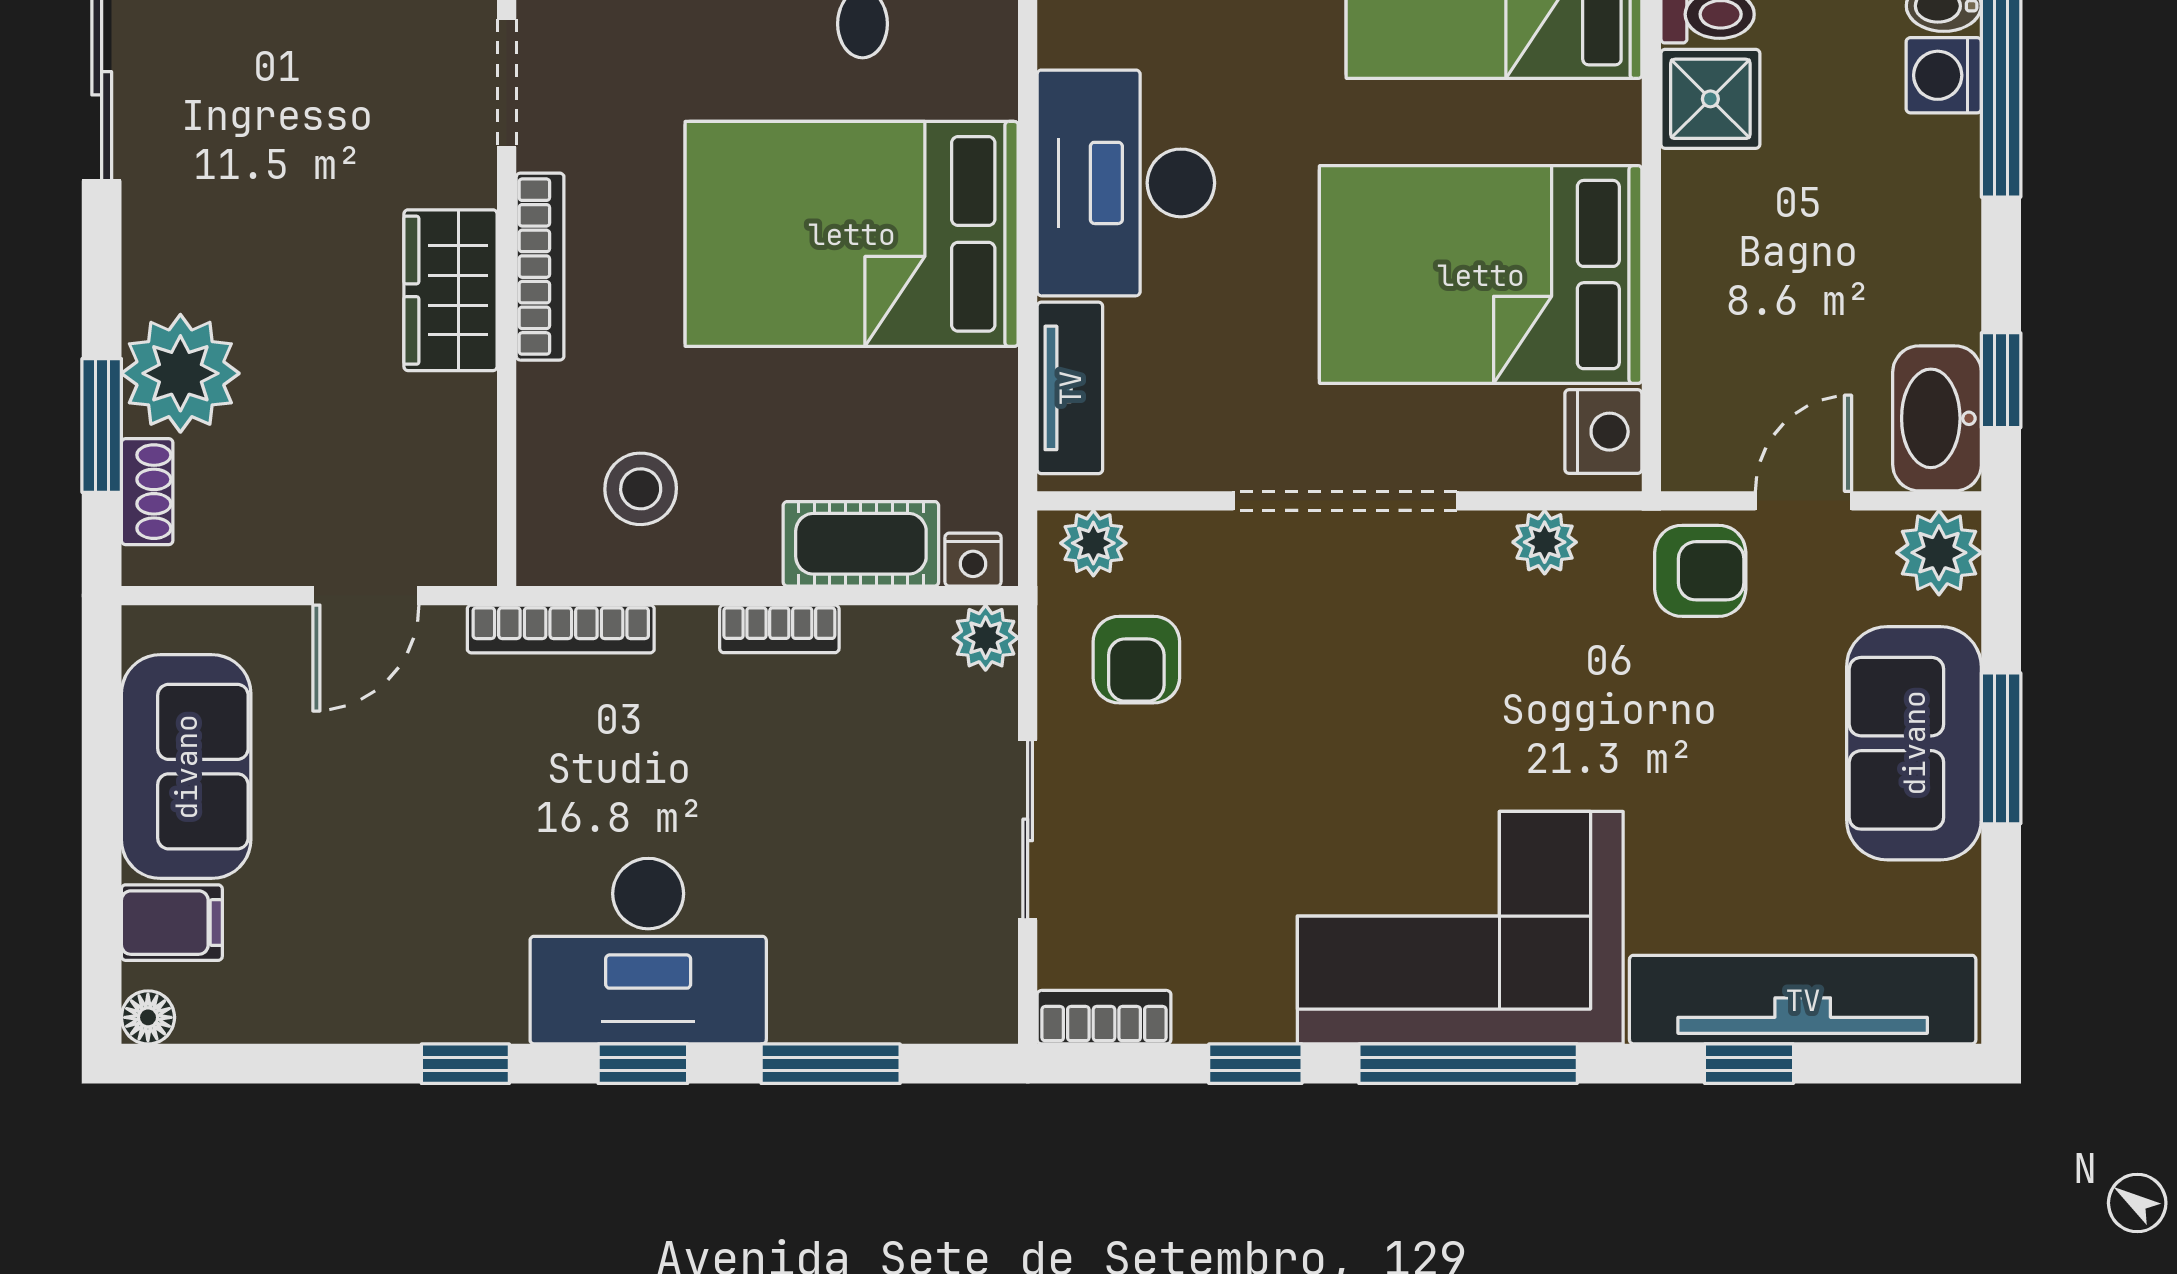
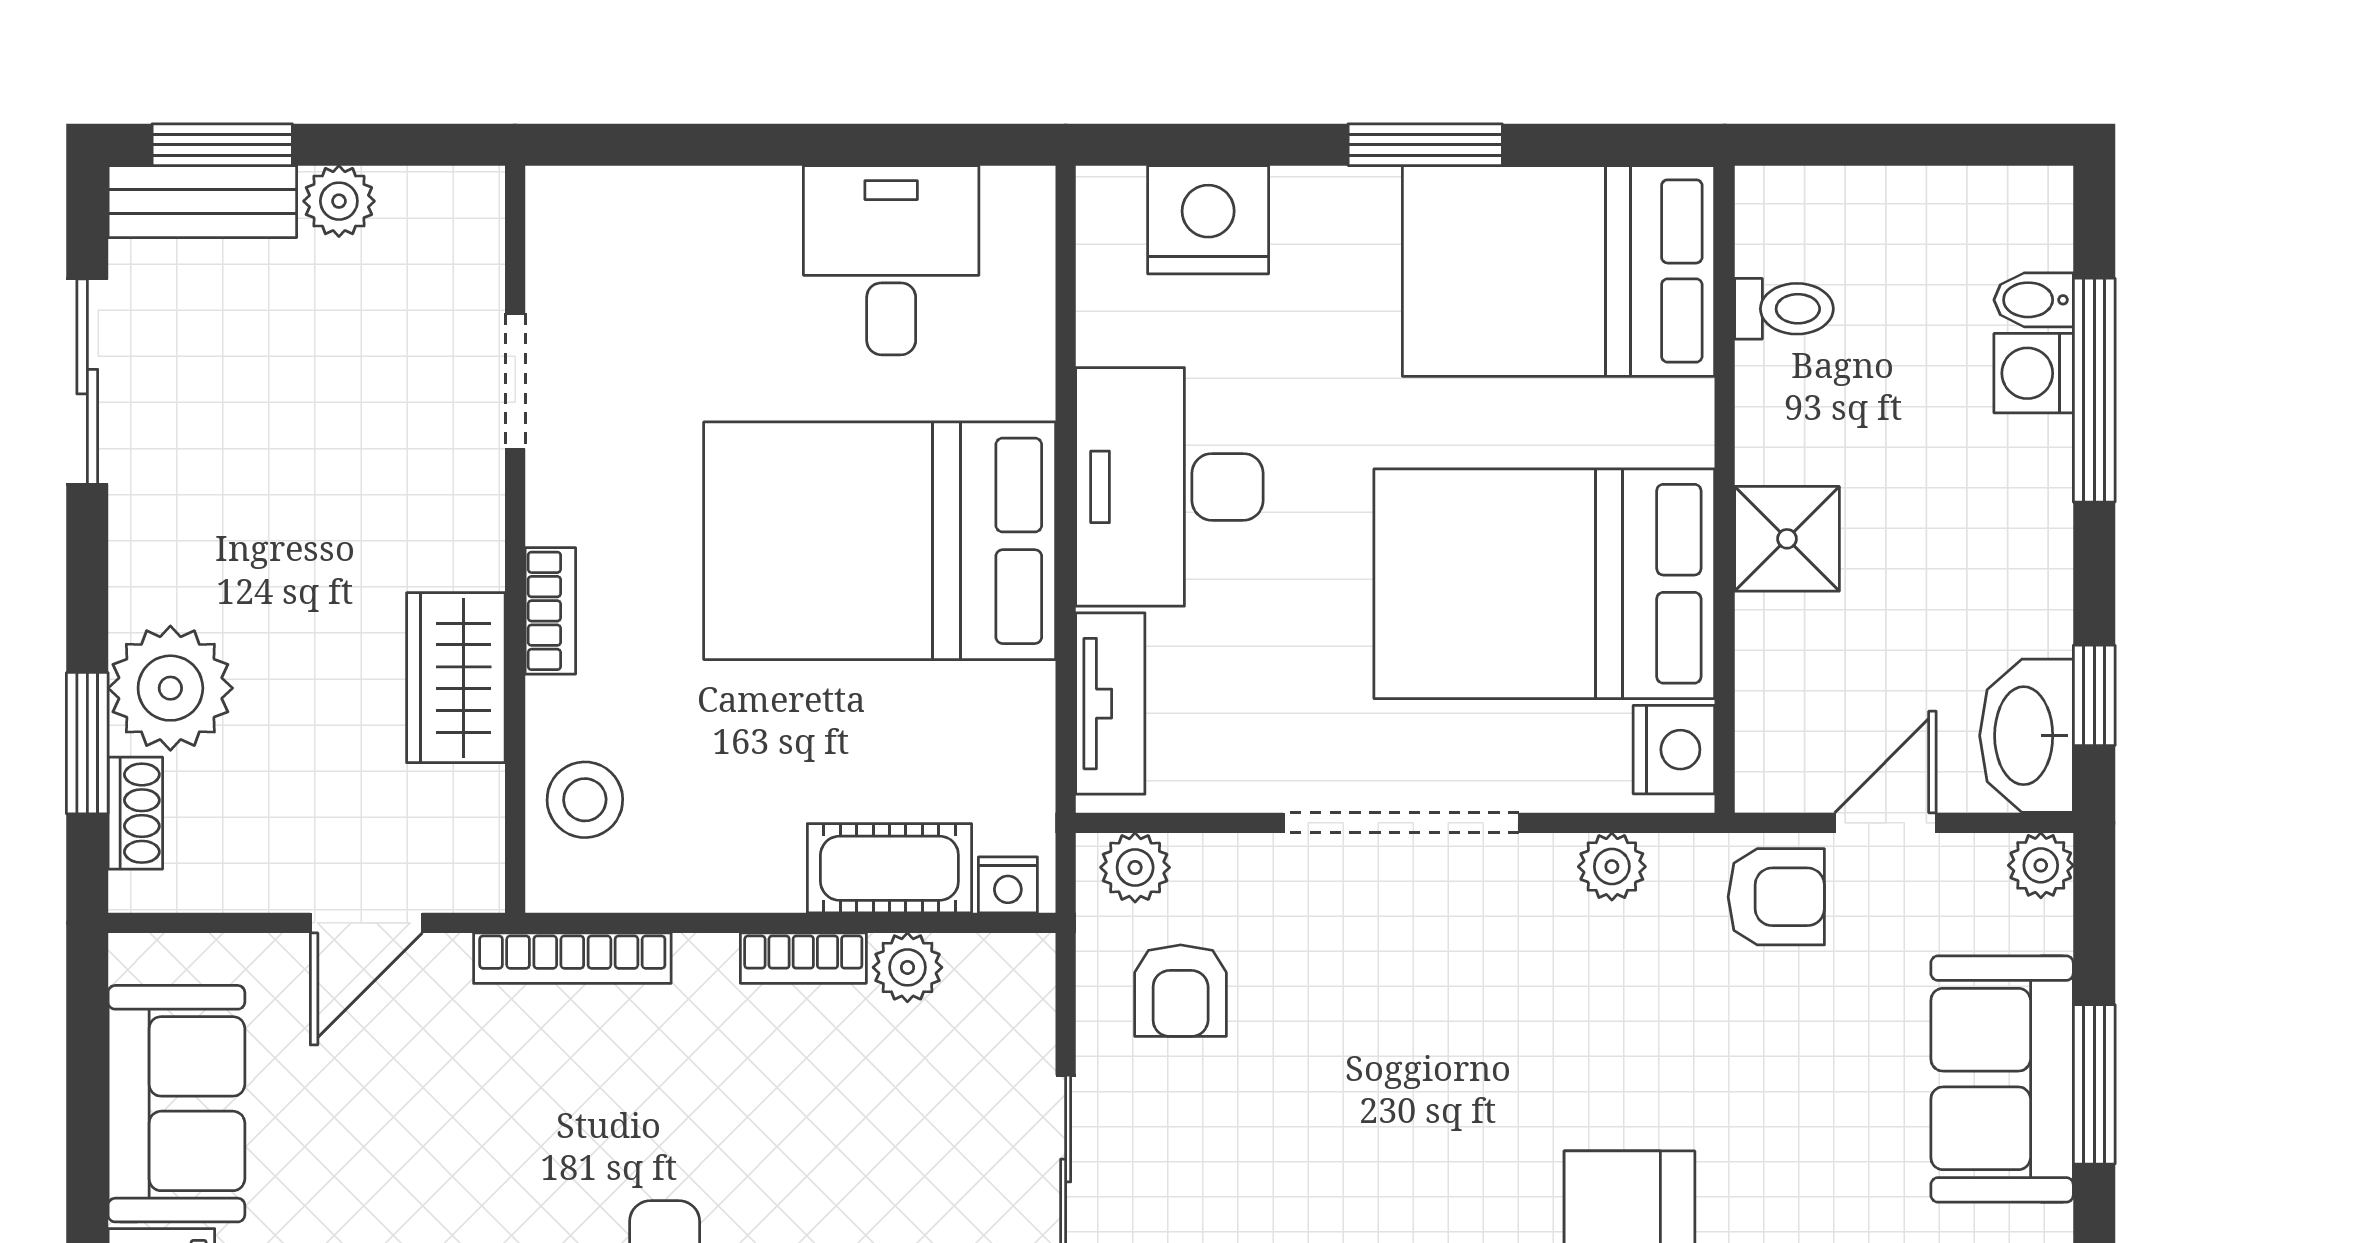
shower: (1710, 99) -> (1787, 539), moved
bookcase: (540, 267) -> (550, 611), width x0.64
wardrobe: (451, 290) -> (456, 678), moved
stool: (641, 489) -> (585, 800), moved
plant: (1939, 553) -> (2041, 865), width x0.73, depth x0.73
plant: (986, 638) -> (907, 967), moved

